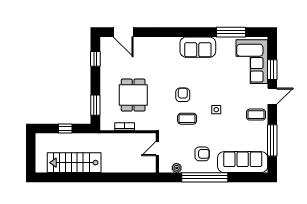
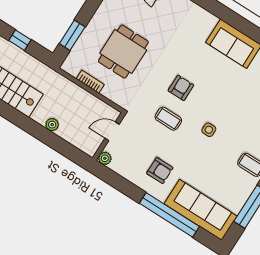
plant: (118, 168) -> (52, 125), added
plant: (177, 168) -> (105, 158), moved
window: (205, 177) -> (169, 215), moved

